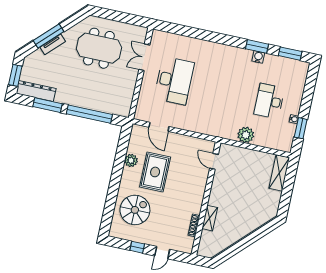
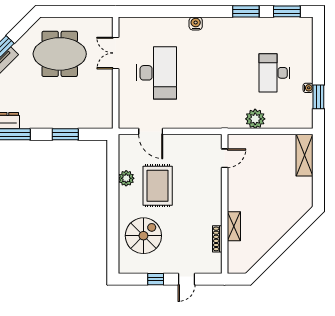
water cooler: (258, 57) -> (196, 24), moved
window: (89, 114) -> (65, 134), width x0.47
door: (214, 161) -> (225, 158), swing flipped

